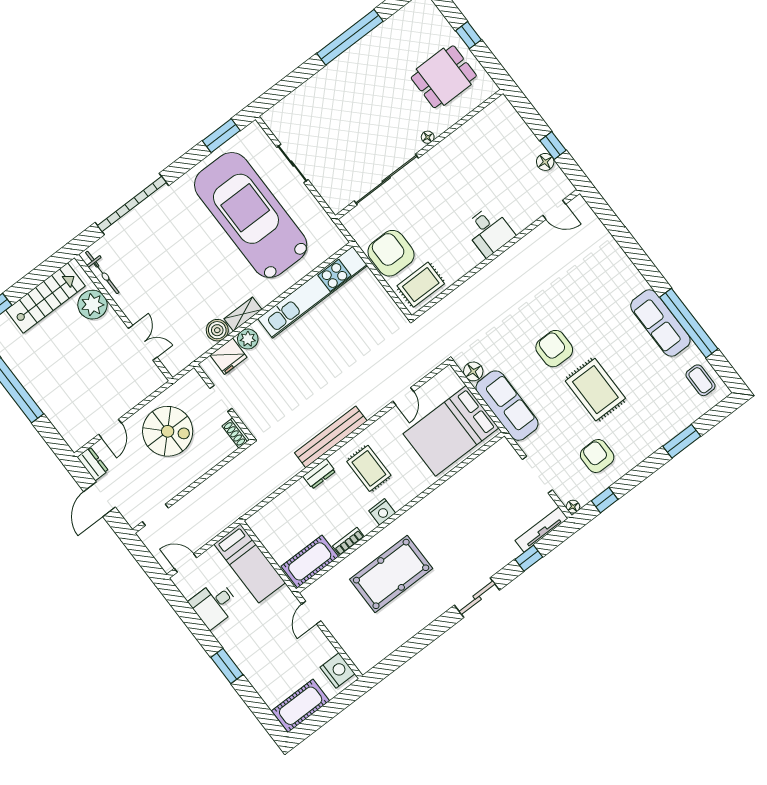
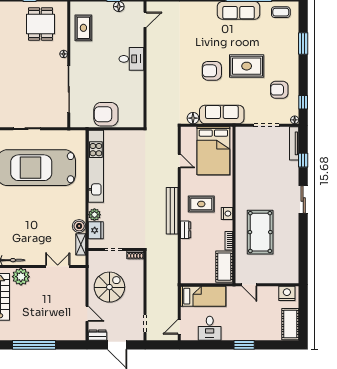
rug: (421, 285) -> (83, 28), moved
shelving: (243, 314) -> (81, 244), moved

